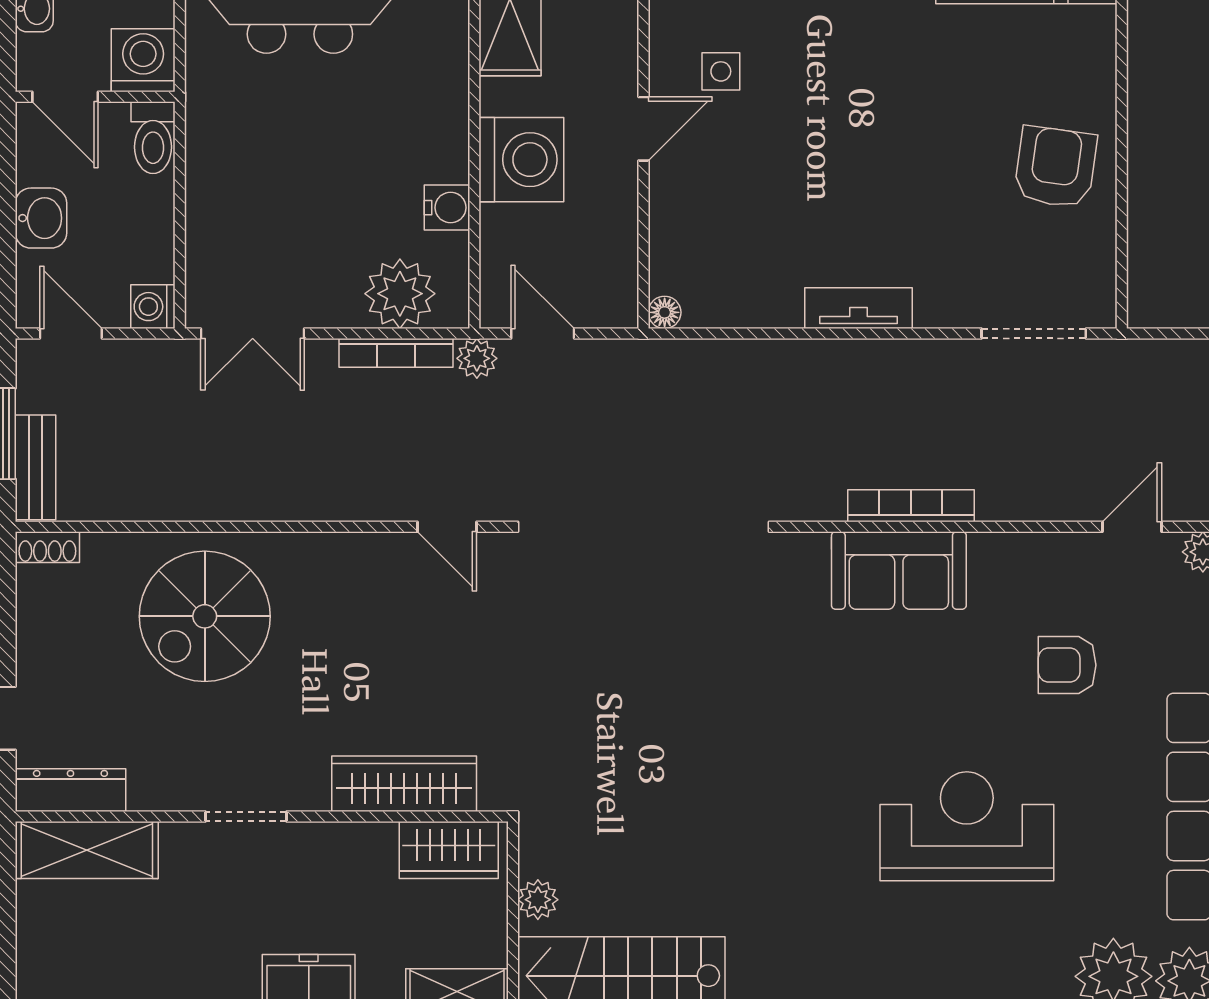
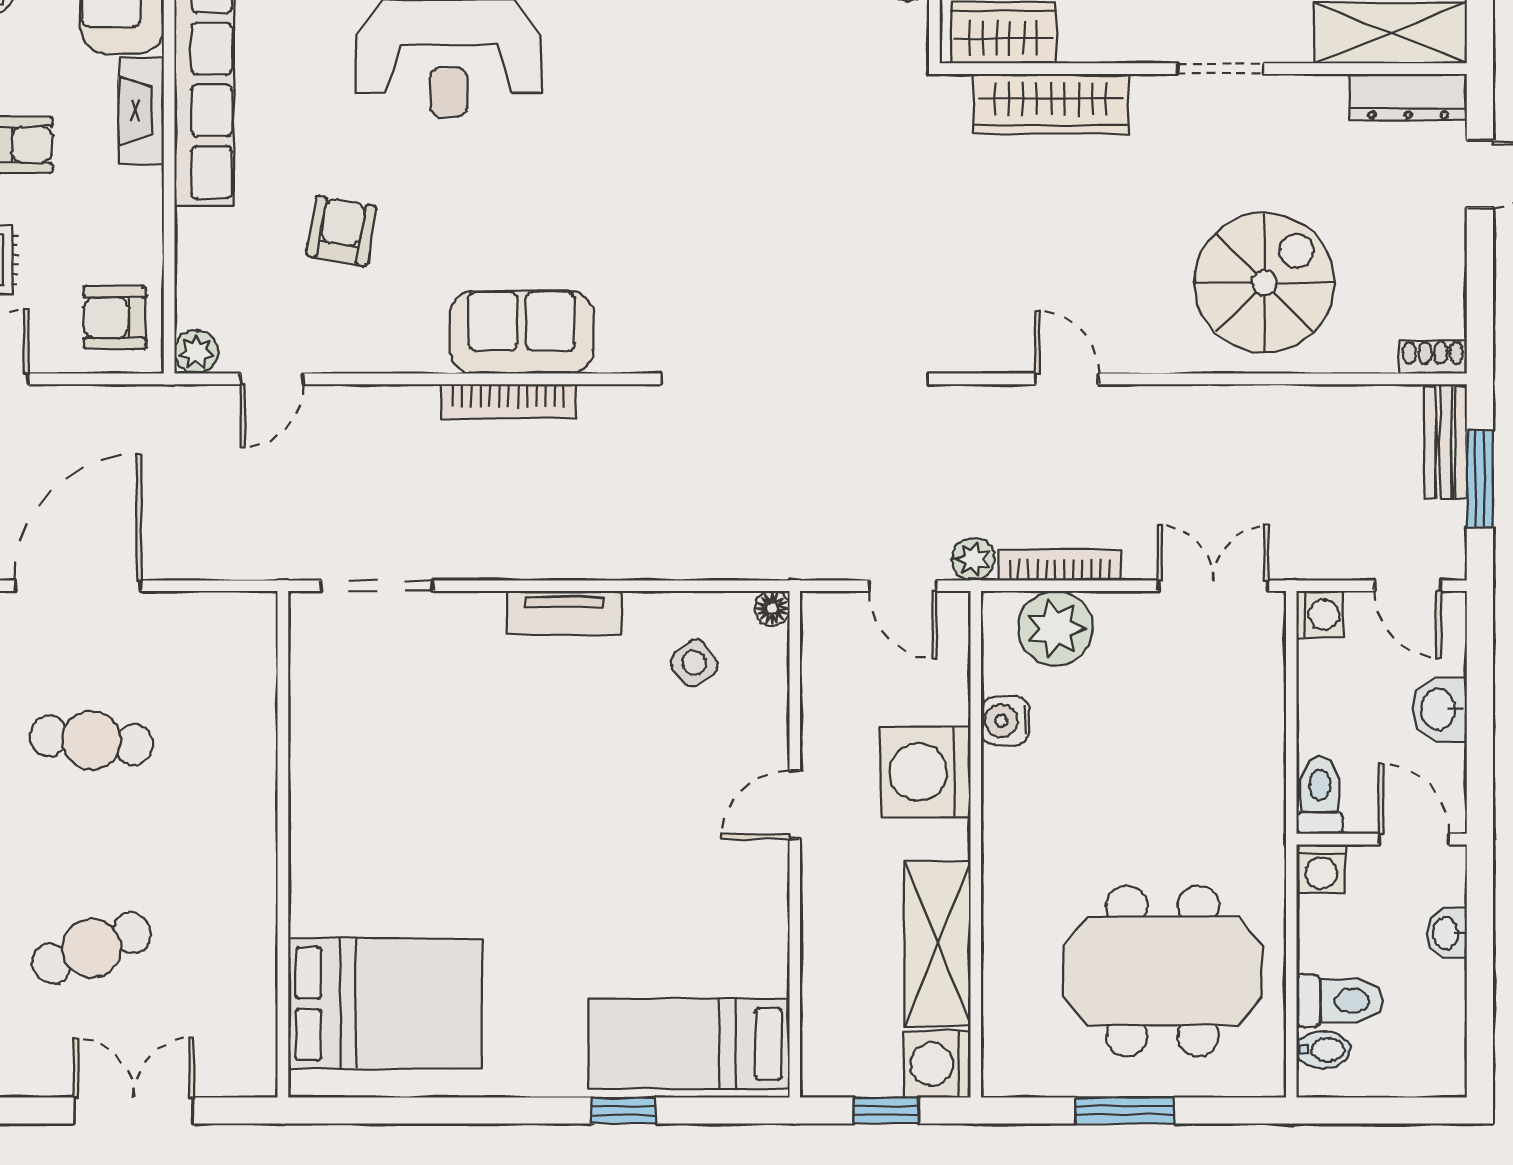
washing machine: (143, 60) -> (1321, 869), width x0.73, depth x0.73
side table: (721, 71) -> (694, 663), moved, turned -36
armchair: (1055, 167) -> (354, 764), removed
door: (447, 527) -> (1067, 379), moved
armchair: (1067, 665) -> (341, 231), turned -80

